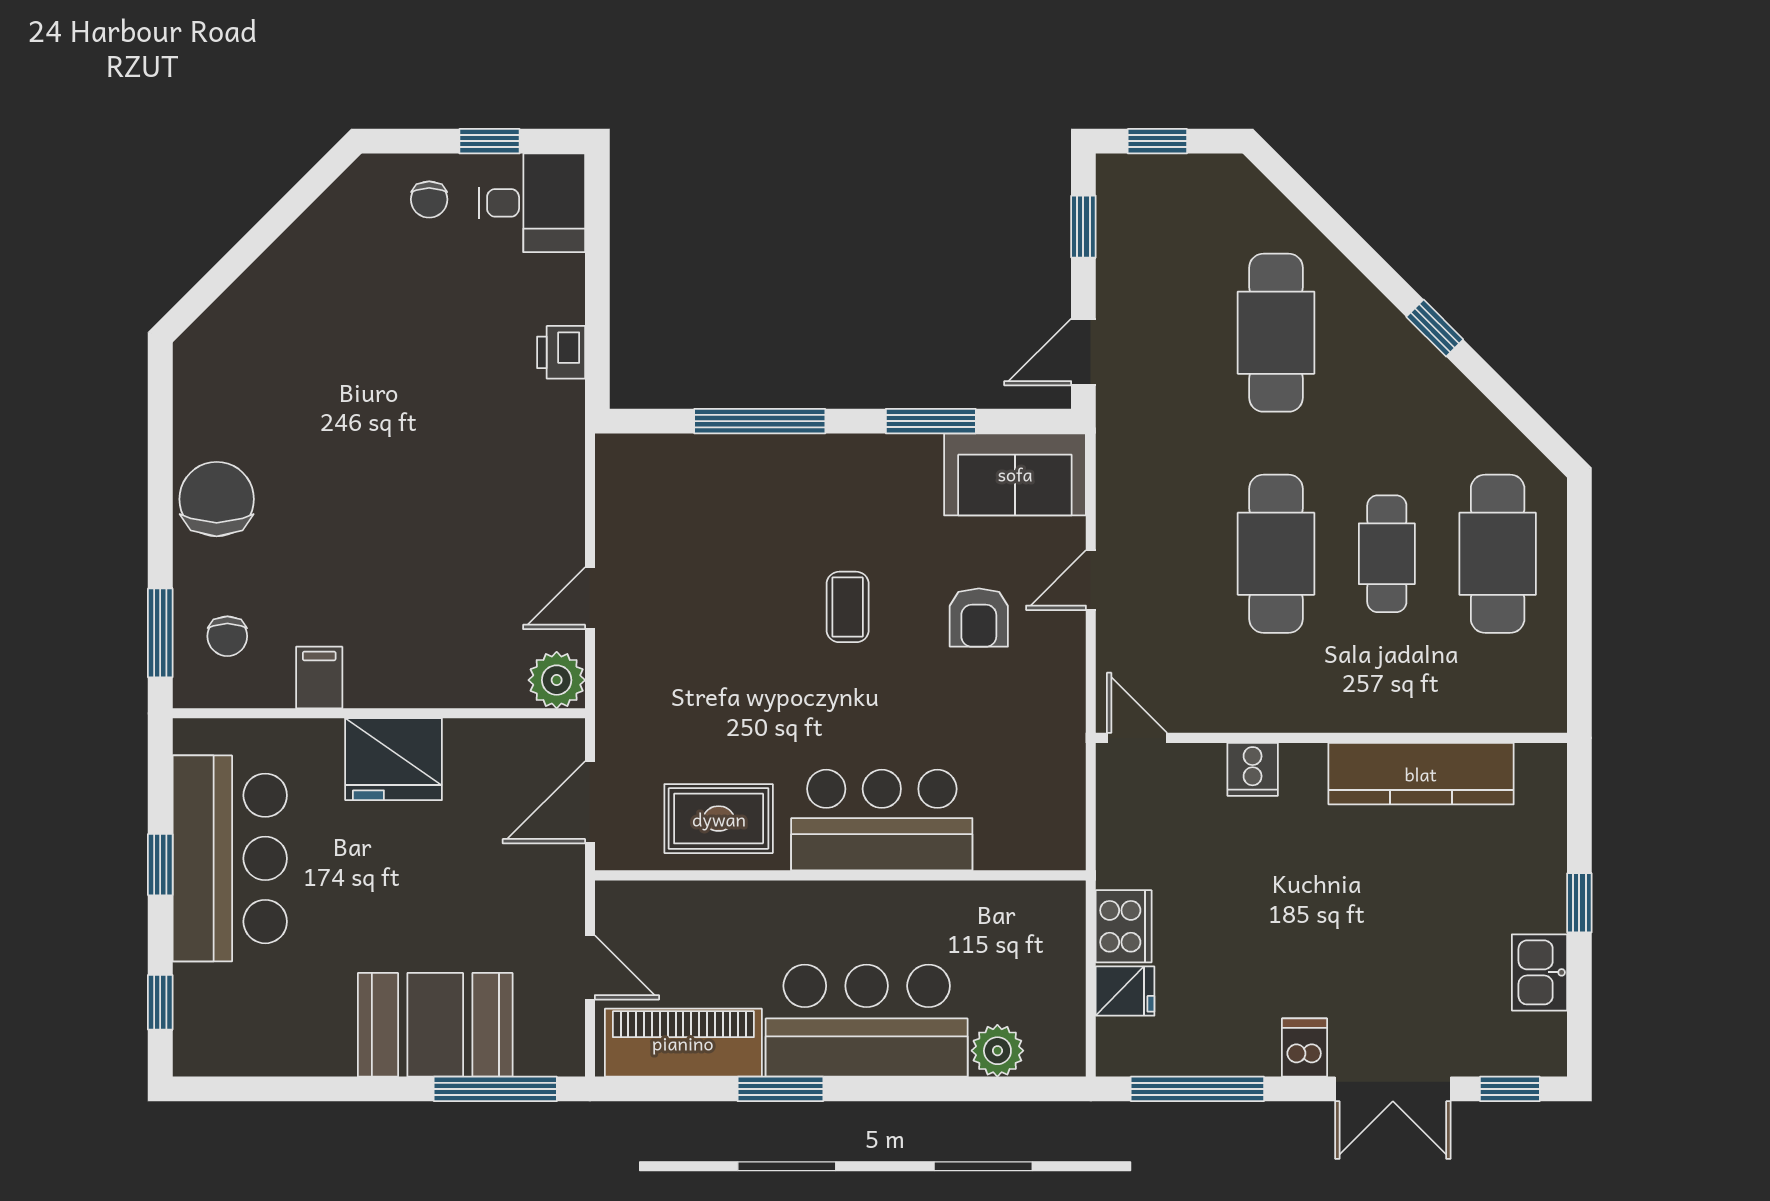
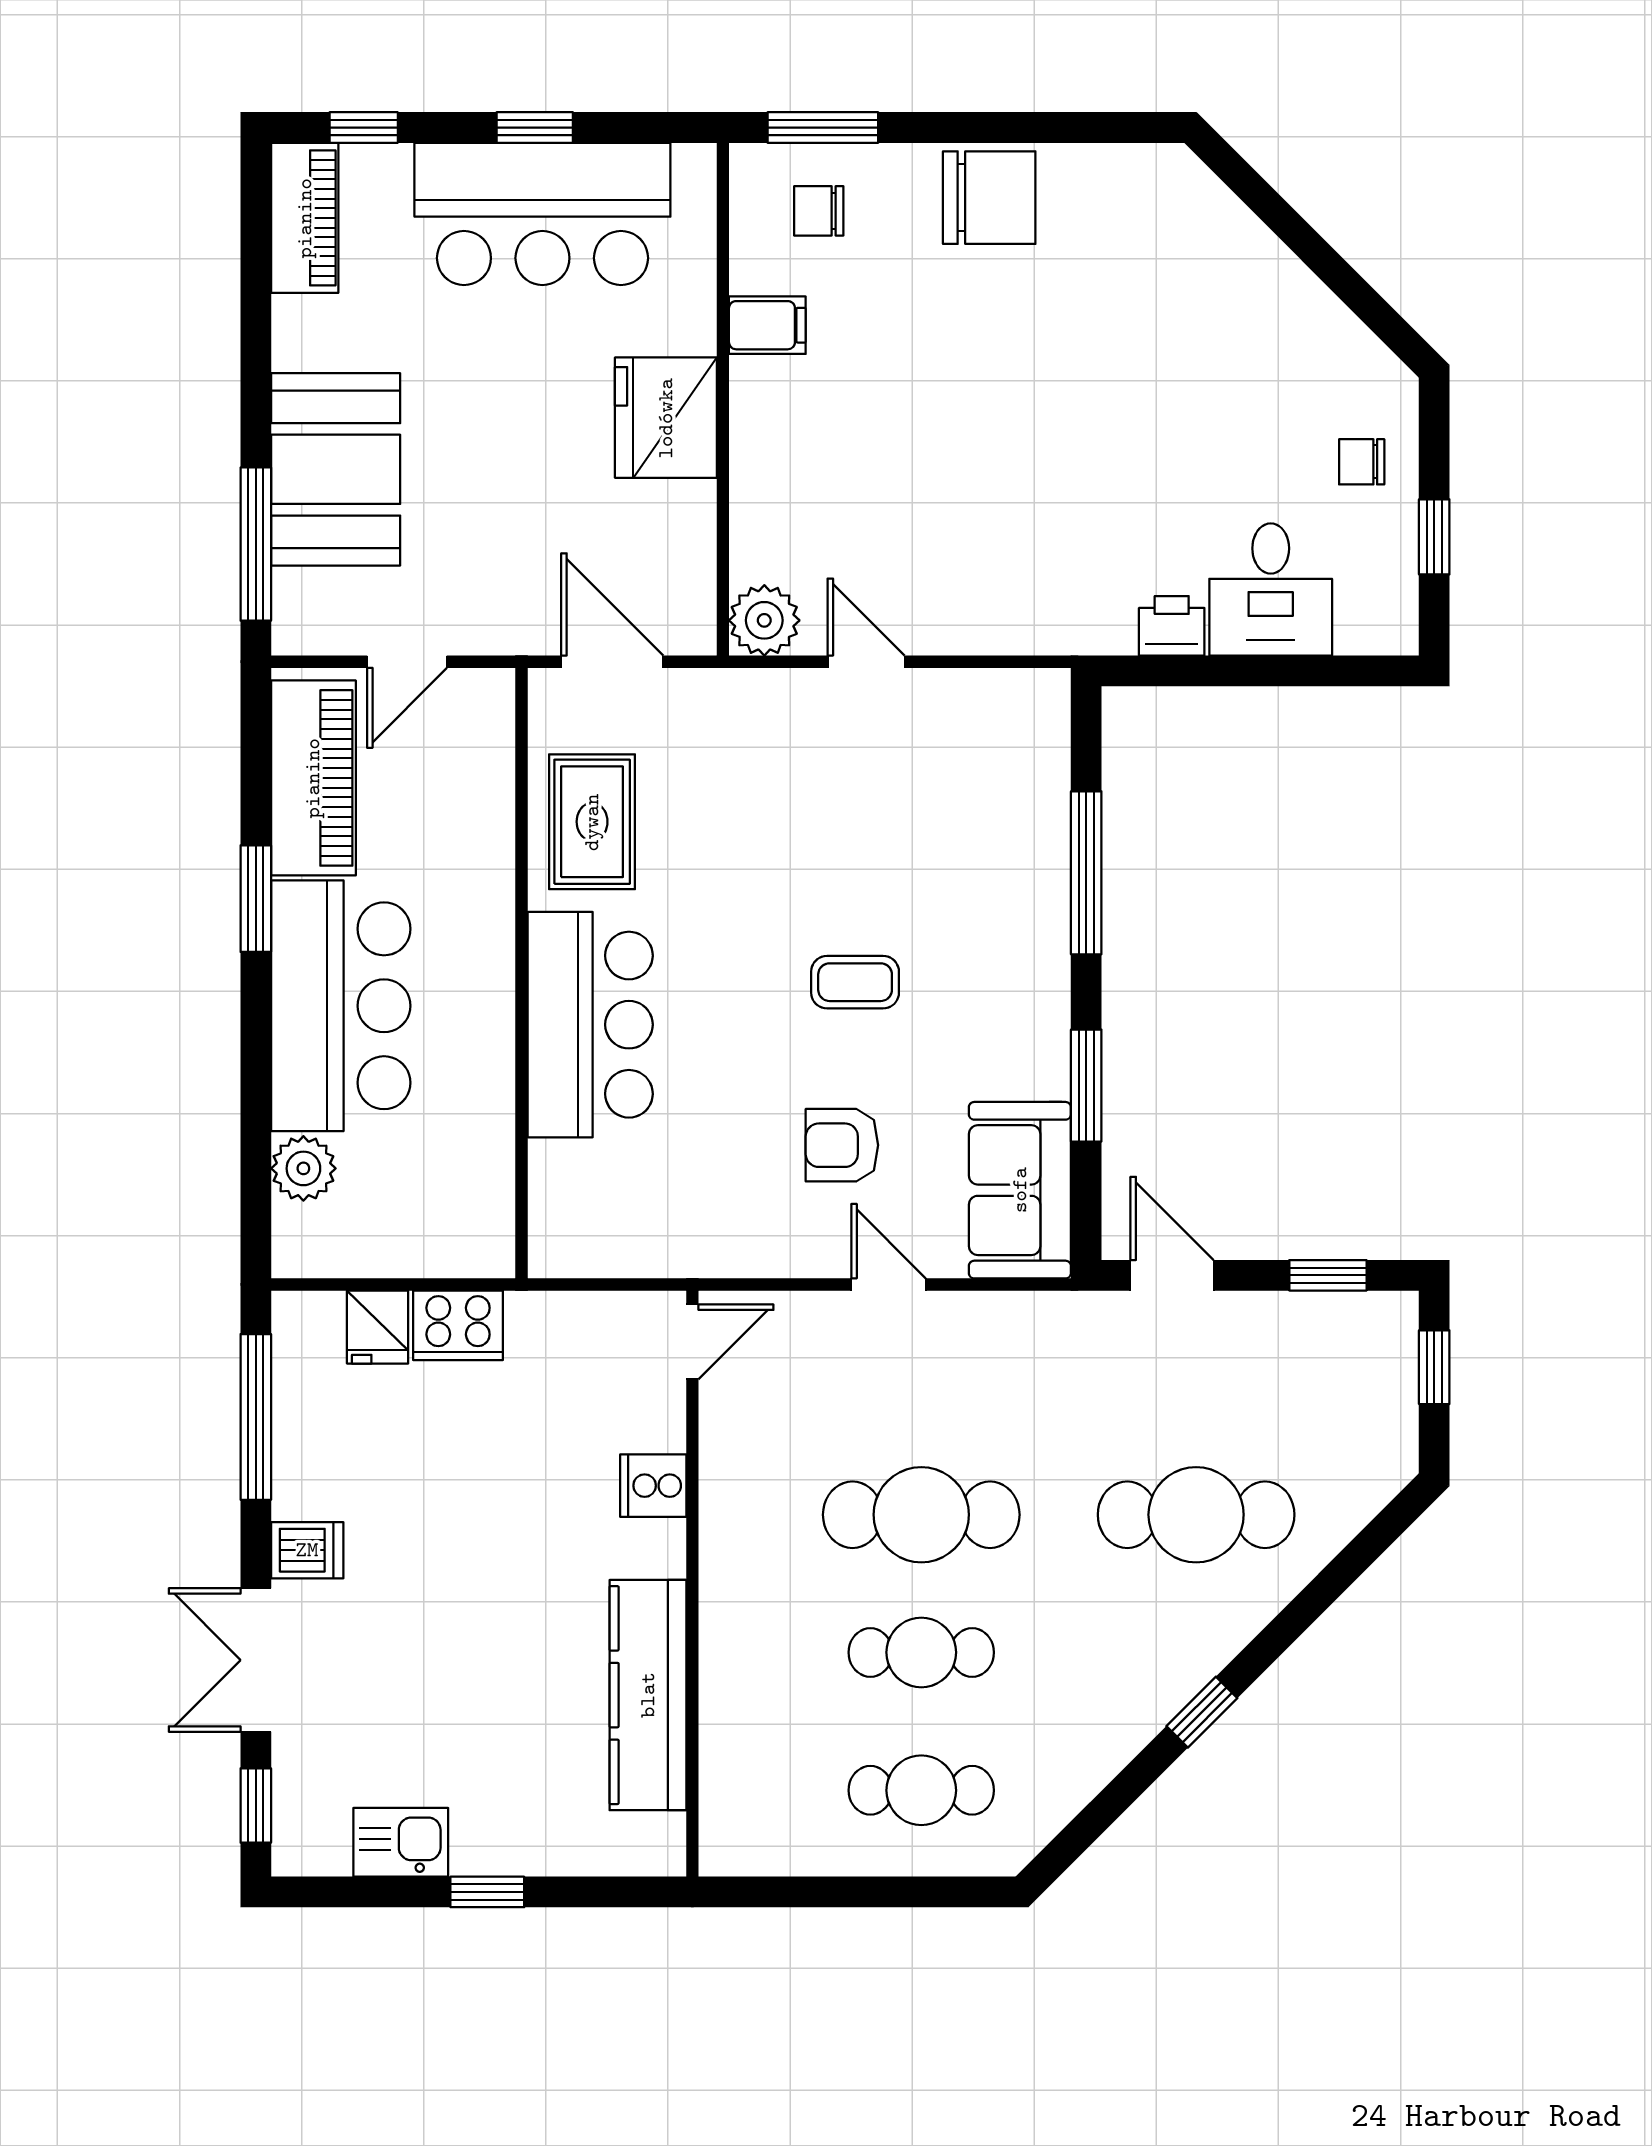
desk: (532, 203) -> (1271, 589), moved
cafe table: (1498, 554) -> (921, 1790), width x0.73, depth x0.74
piano: (233, 1050) -> (305, 218), added

